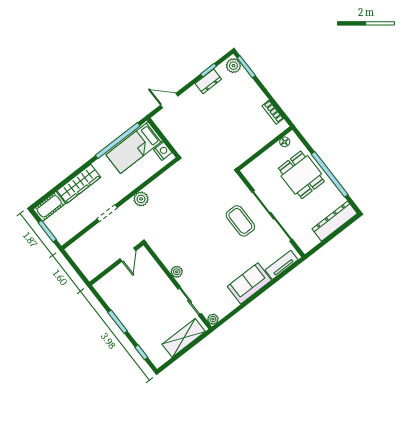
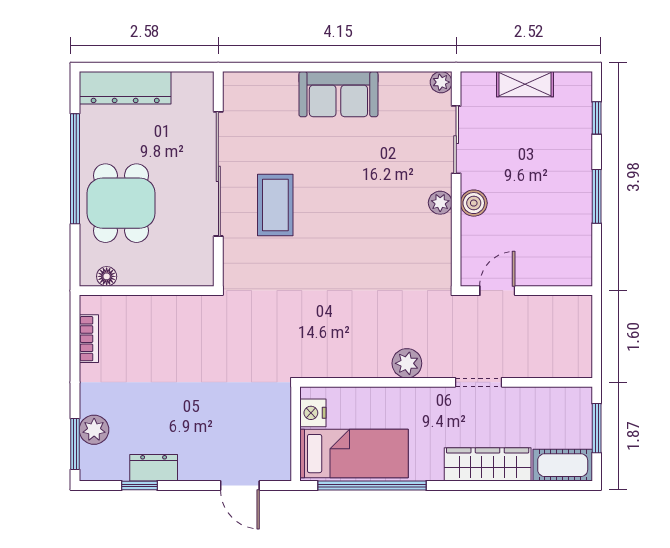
plant: (233, 66) -> (94, 430), moved
tv unit: (282, 265) -> (264, 84), removed
boiler: (163, 282) -> (474, 203), added
shelving: (184, 338) -> (525, 84), width x0.67, depth x0.75

